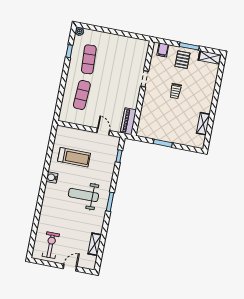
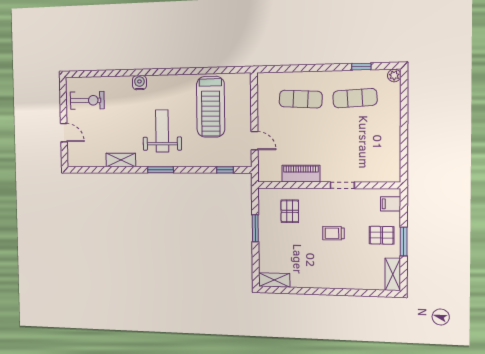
pallet: (156, 117) -> (290, 211), added
piano: (128, 121) -> (301, 174), moved
shelving: (203, 124) -> (274, 280), moved
door: (103, 132) -> (255, 141), hinge flipped
treadmill: (74, 157) -> (211, 107), width x1.37, depth x1.38
water cooler: (52, 177) -> (139, 83), moved
shelving: (95, 244) -> (121, 160), moved

